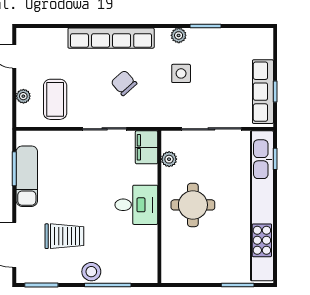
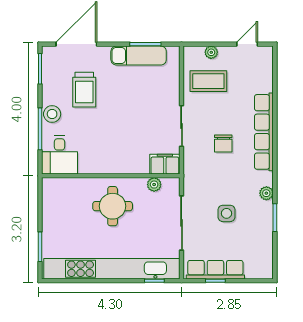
side table: (181, 73) -> (227, 213), moved
chair: (124, 83) -> (223, 144), turned 132
desk: (136, 205) -> (59, 155), moved

